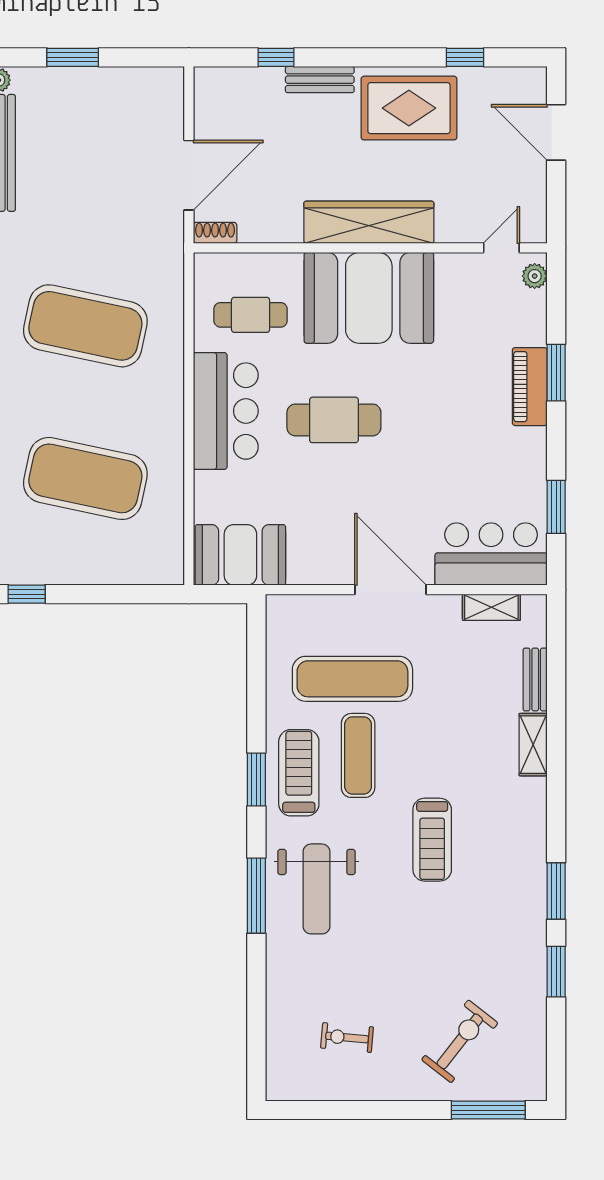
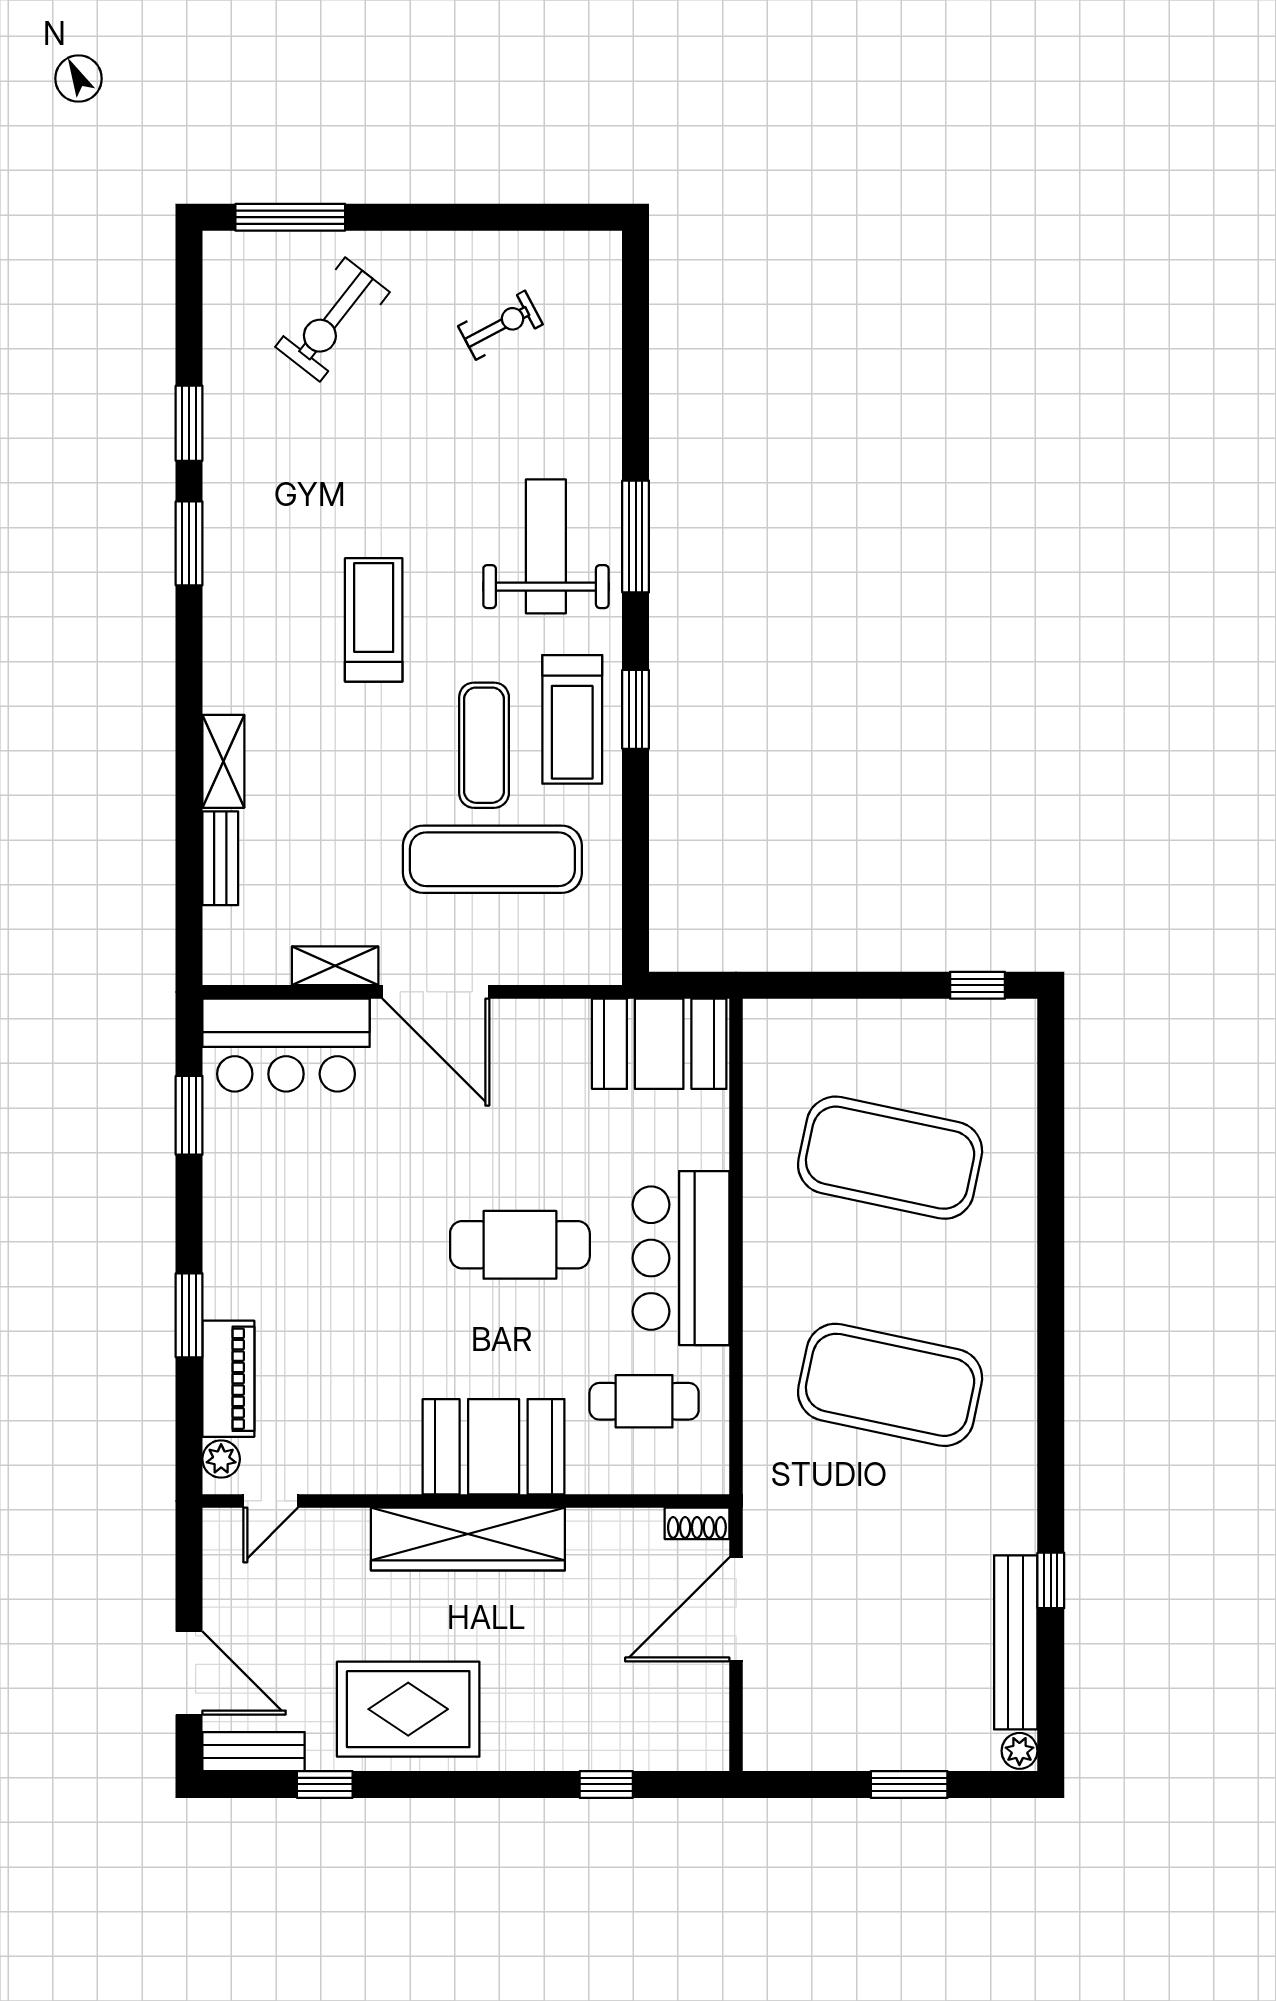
bench: (320, 80) -> (254, 1752), moved
booth: (369, 298) -> (494, 1447), width x0.73, depth x0.70
piano: (530, 387) -> (228, 1379), moved
shelving: (491, 607) -> (335, 966), moved
exercise bike: (347, 1037) -> (500, 325), turned -33

